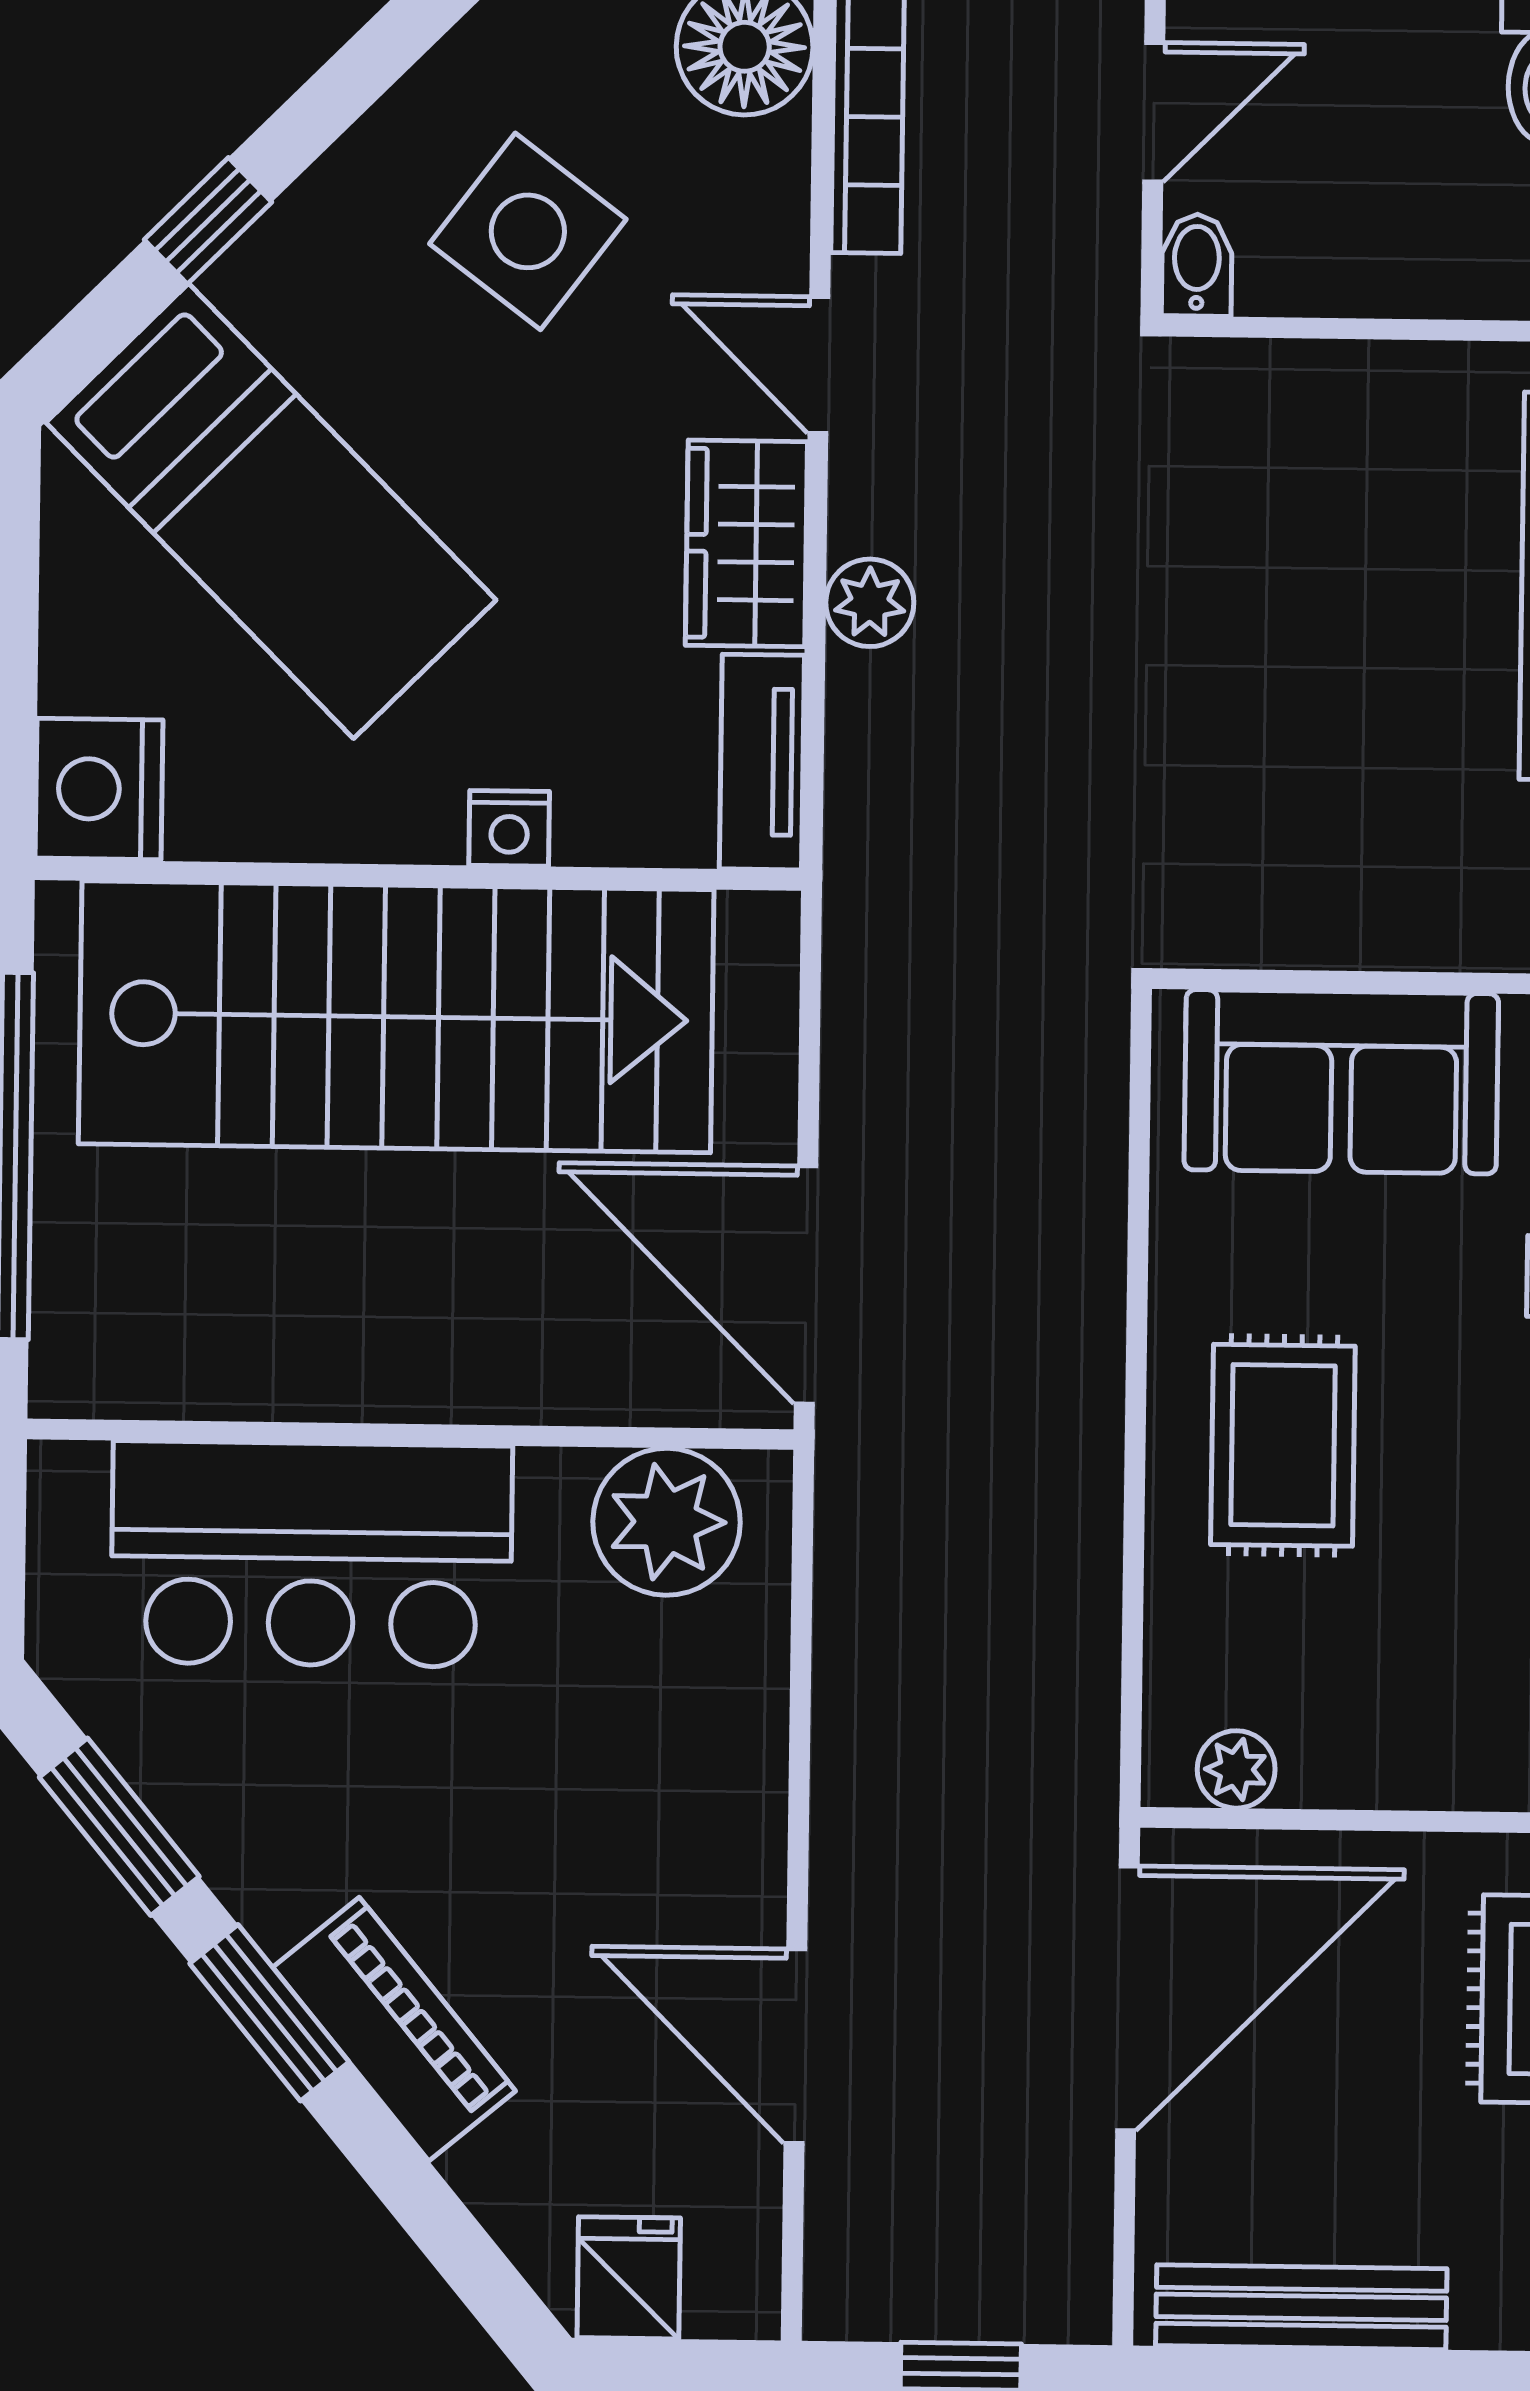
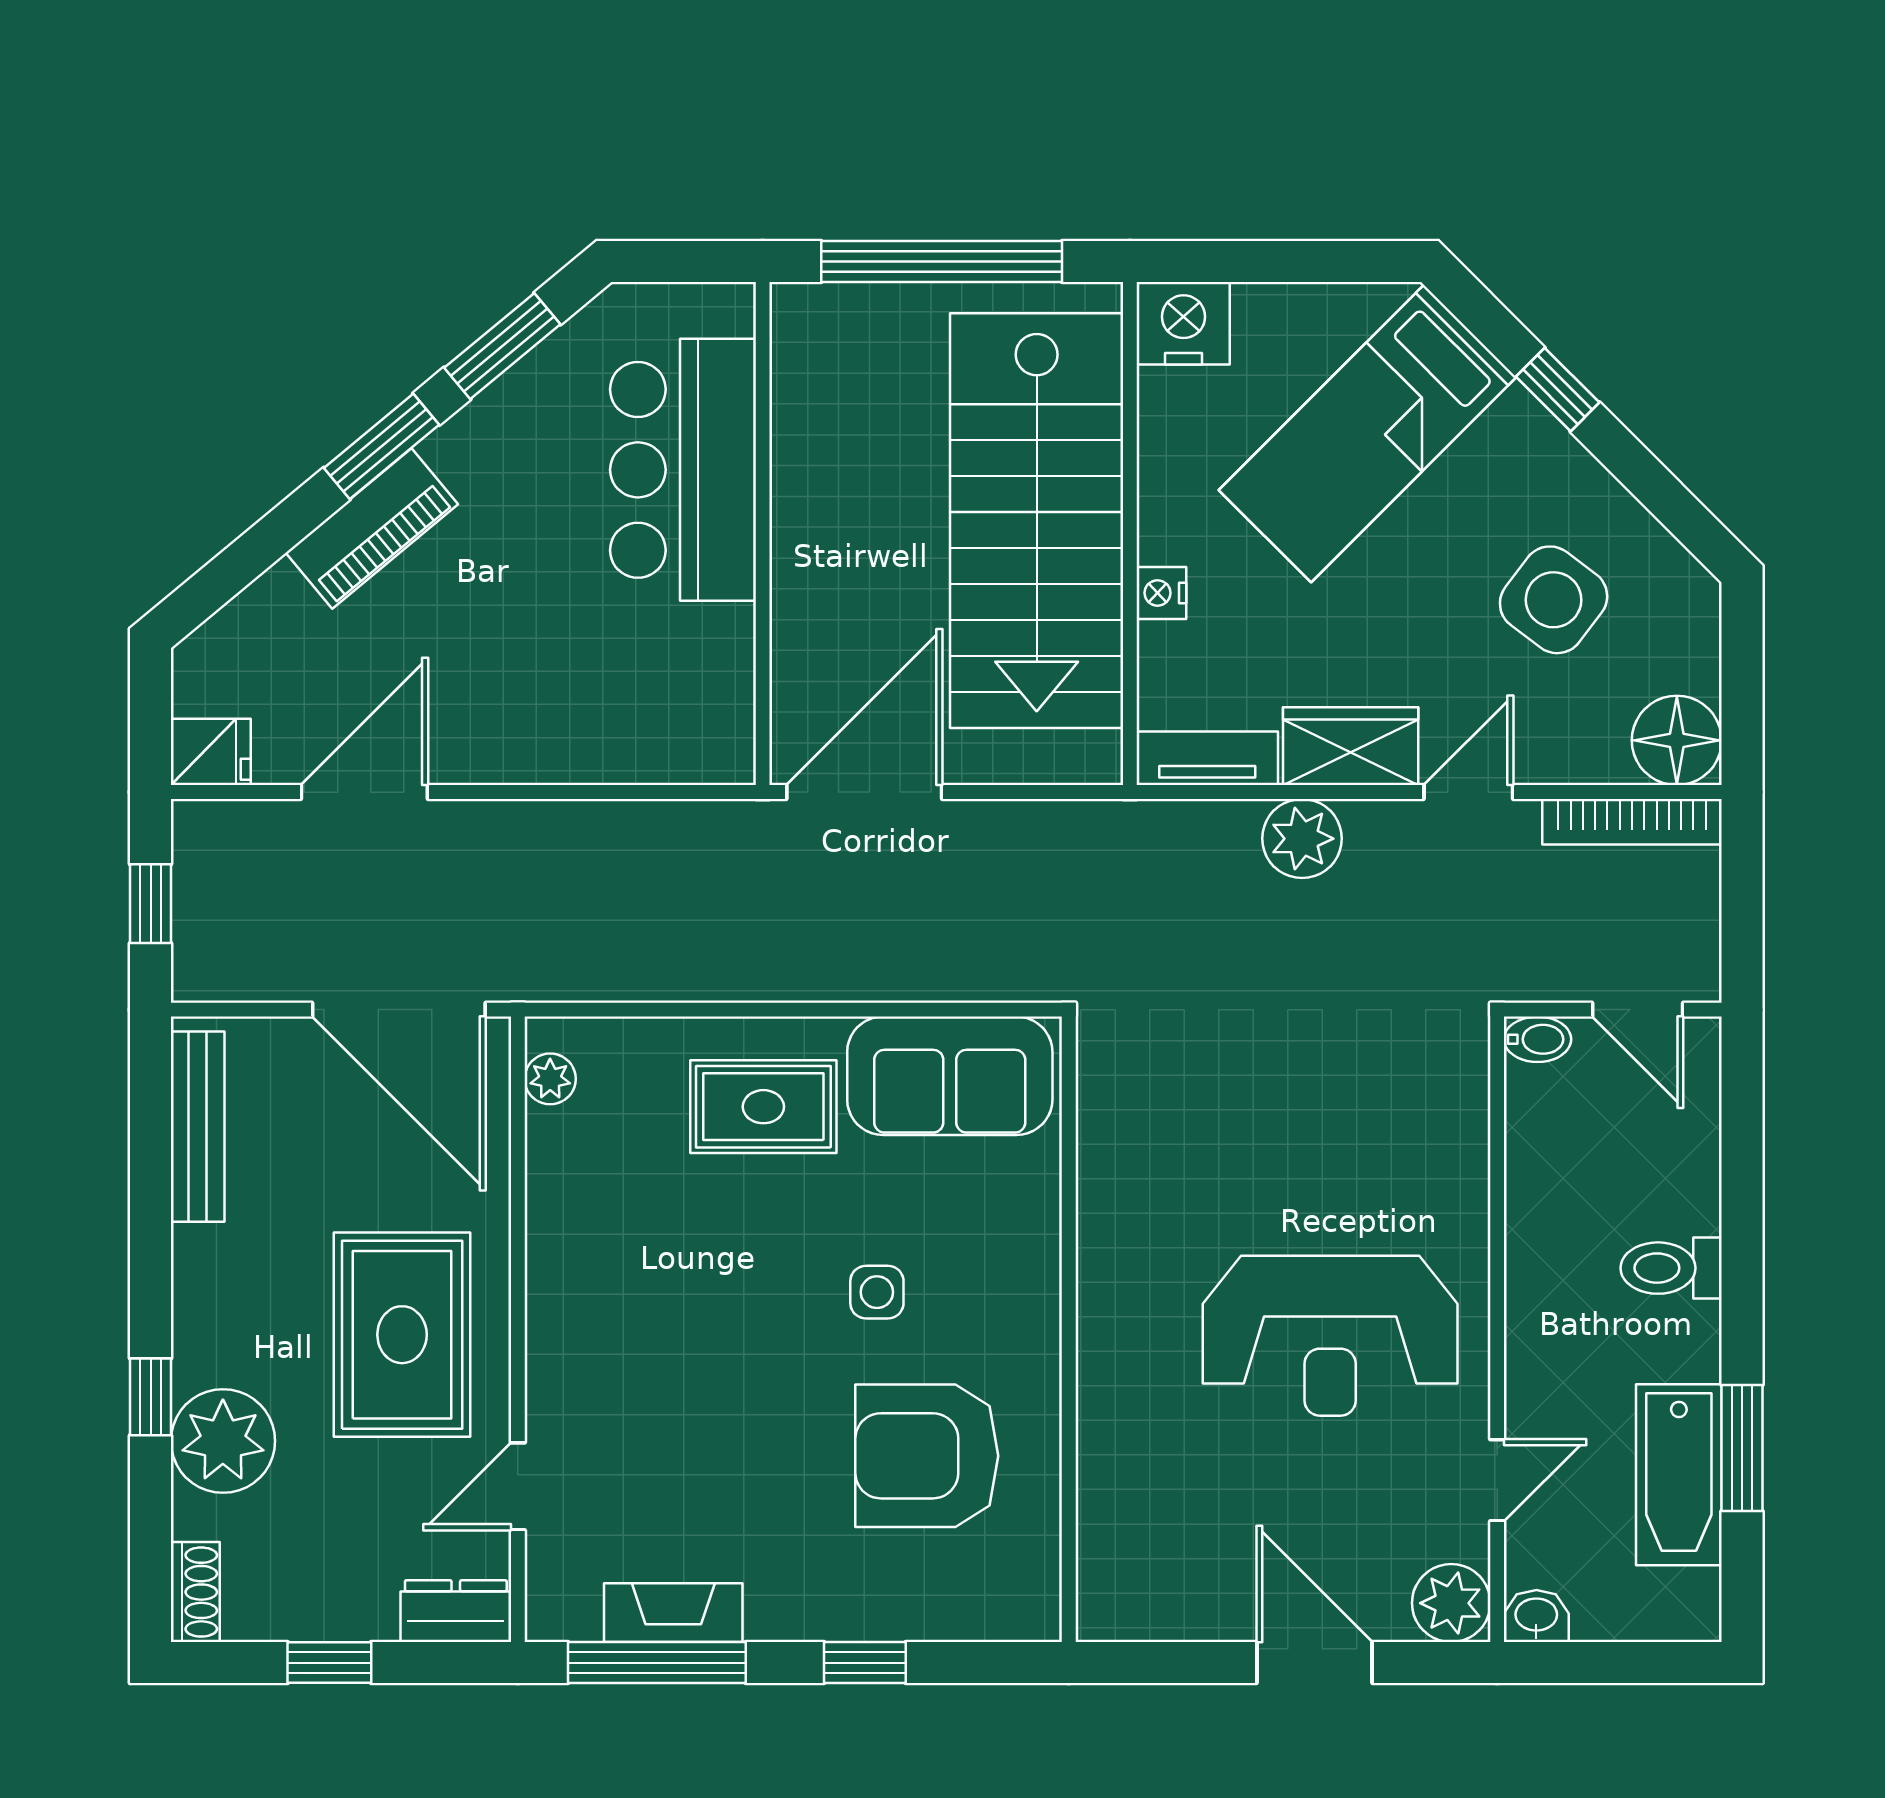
plant: (870, 603) -> (1302, 839), width x1.38, depth x1.38
sofa: (1341, 1082) -> (950, 1076), moved, turned -90
plant: (667, 1522) -> (708, 703), removed
fridge: (629, 2278) -> (211, 752), moved

